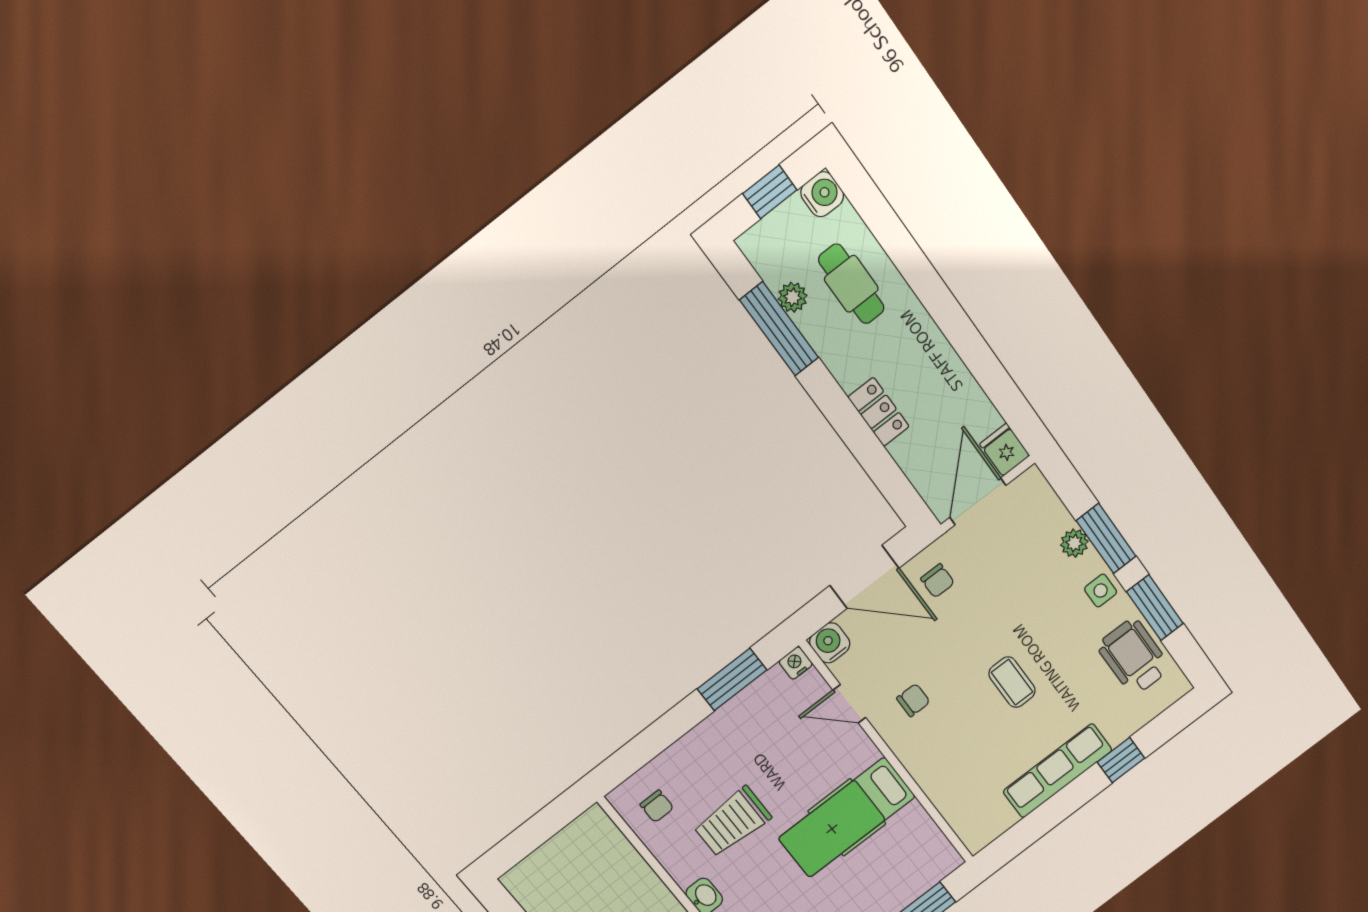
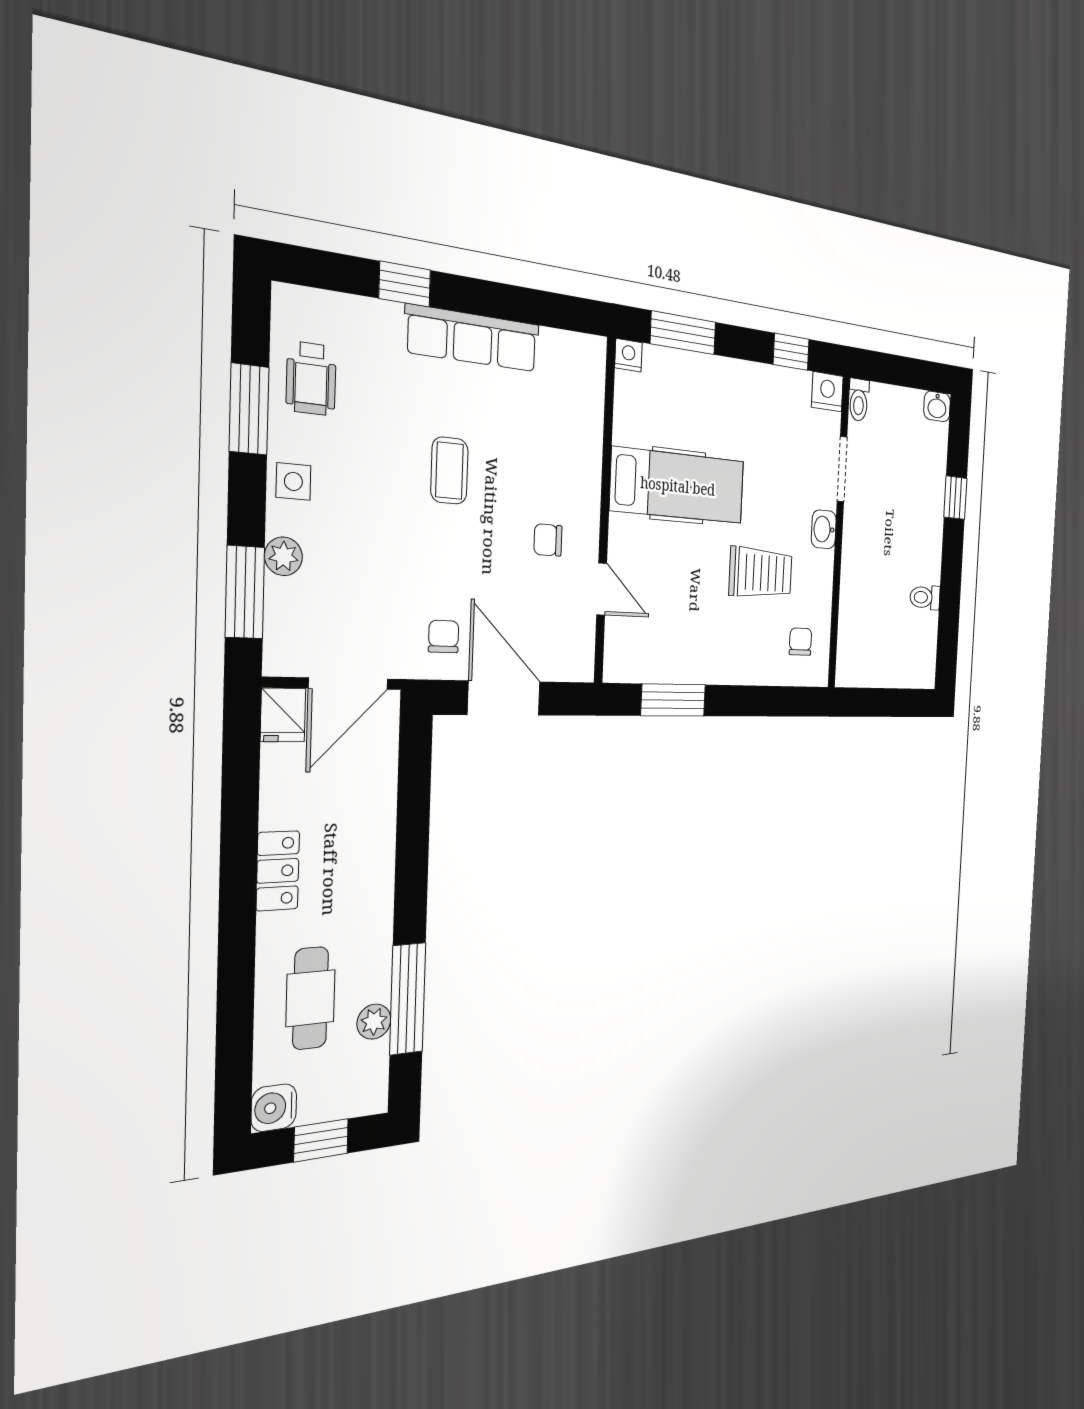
locker: (879, 412) -> (278, 871), moved, turned 180
window: (1106, 538) -> (245, 592), moved
water cooler: (830, 643) -> (577, 662), removed
wheelchair: (1134, 657) -> (311, 378), width x0.73, depth x0.73
nightstand: (796, 663) -> (628, 355), moved, turned 180

